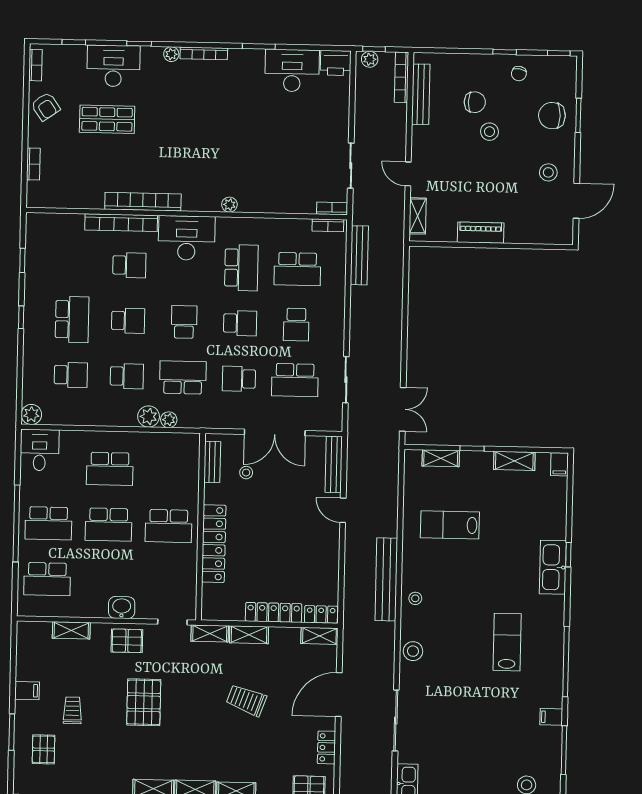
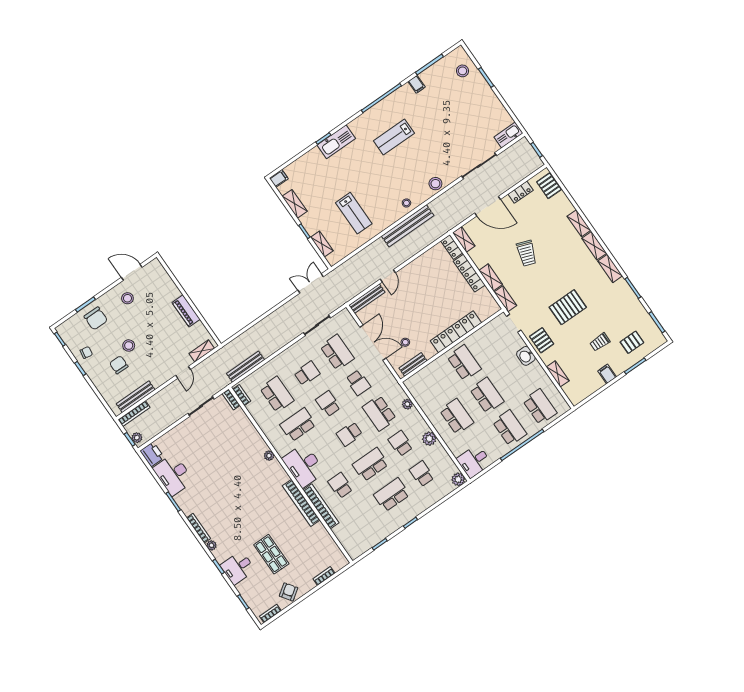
desk: (113, 66) -> (238, 568), width x0.73
school desk: (128, 321) -> (370, 464), width x1.85
plant: (149, 417) -> (429, 439), moved

